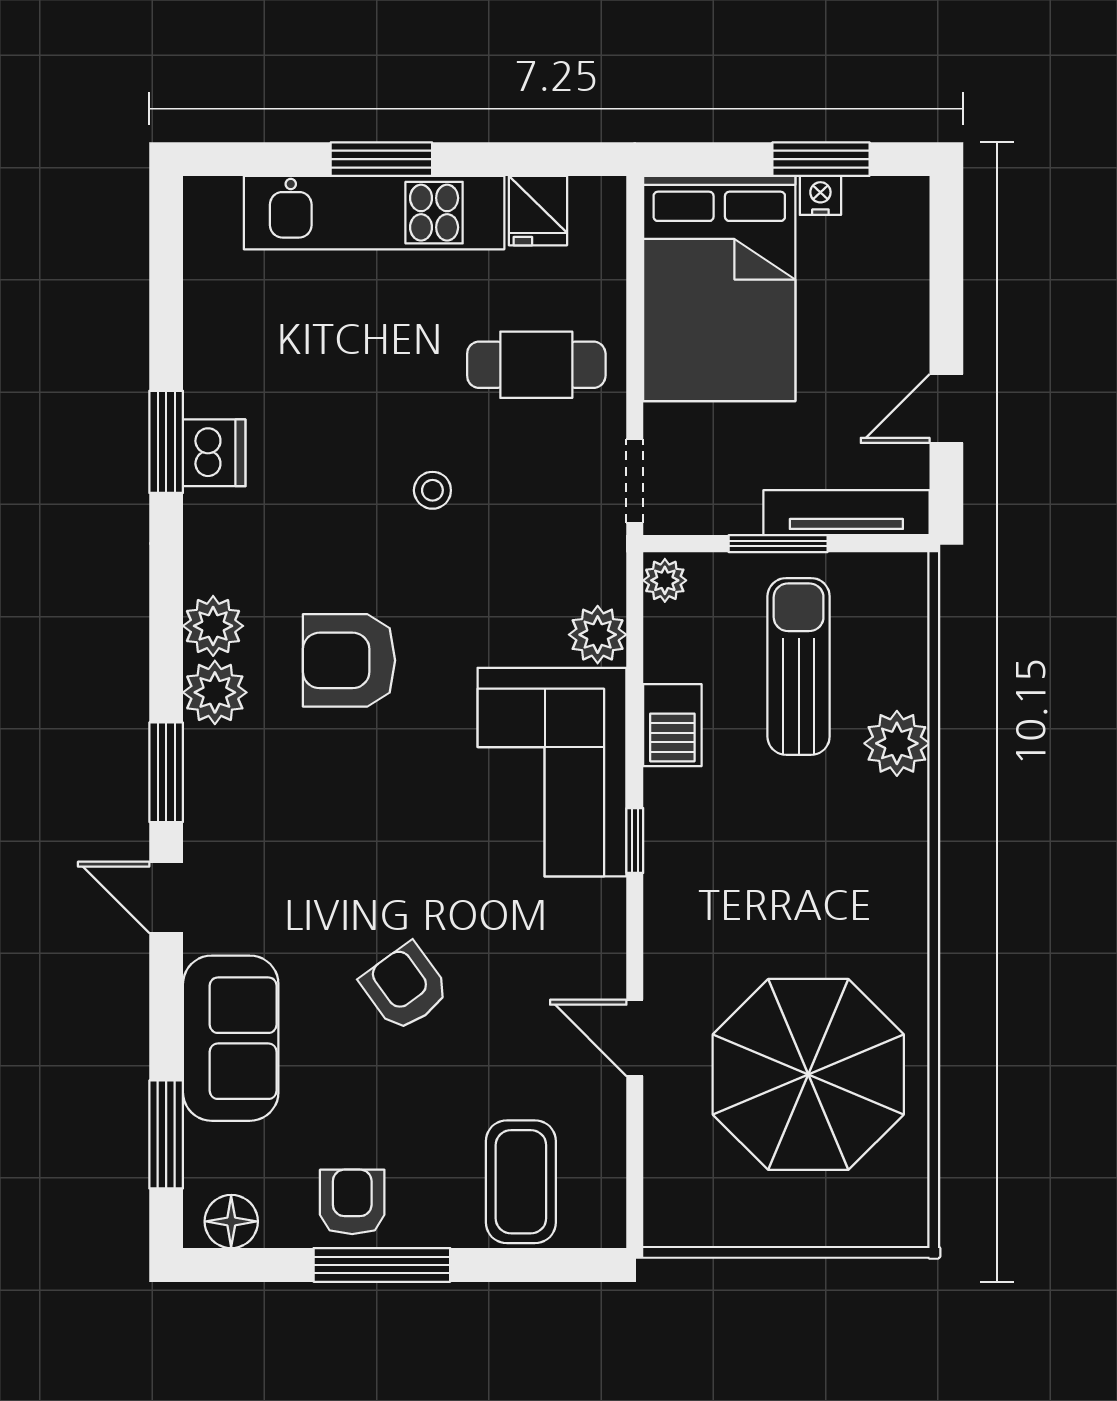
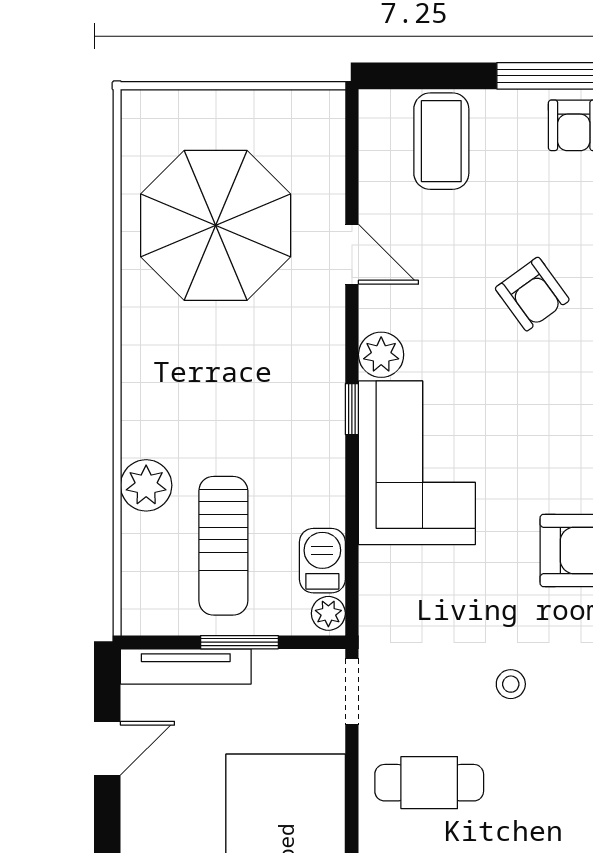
plant: (598, 635) -> (381, 355), moved
barbecue: (672, 725) -> (322, 561), moved

